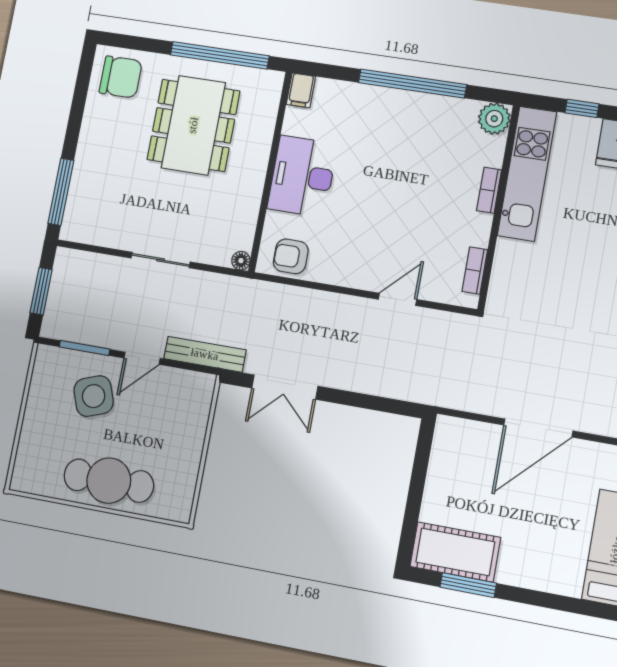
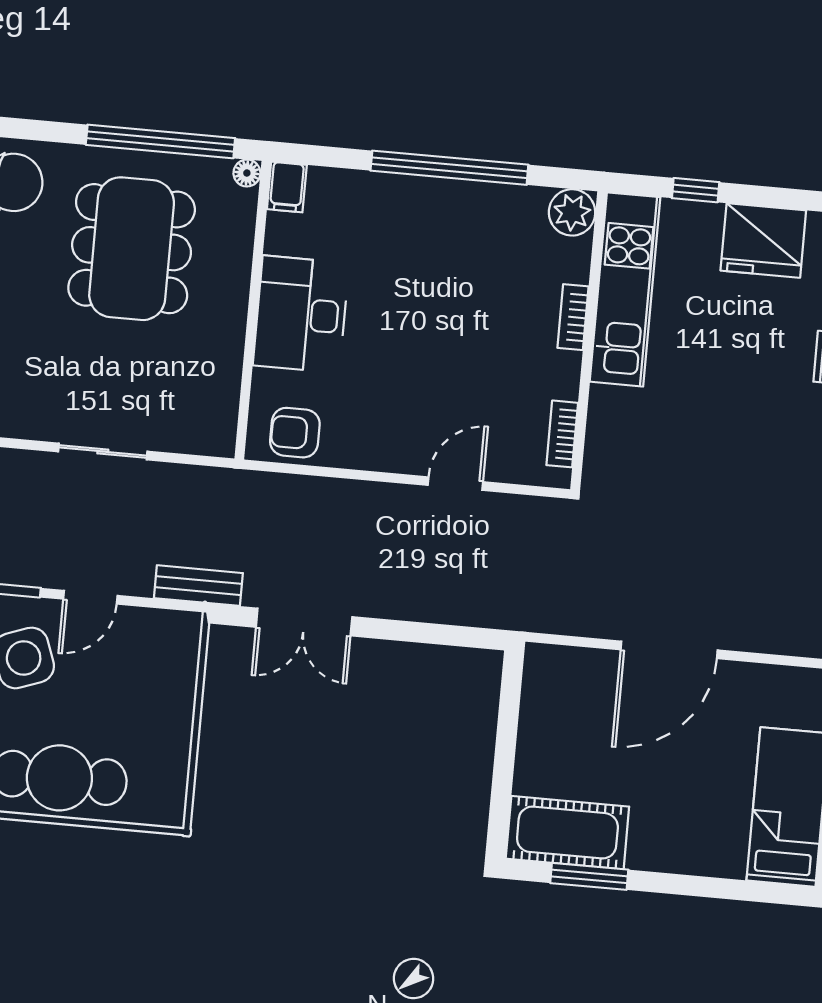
floor lamp: (241, 261) -> (247, 173), moved
bench: (205, 354) -> (198, 586), width x0.73

